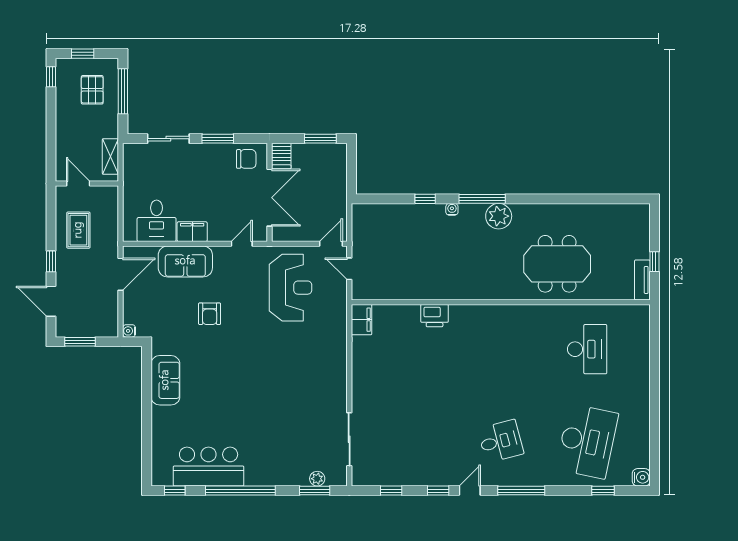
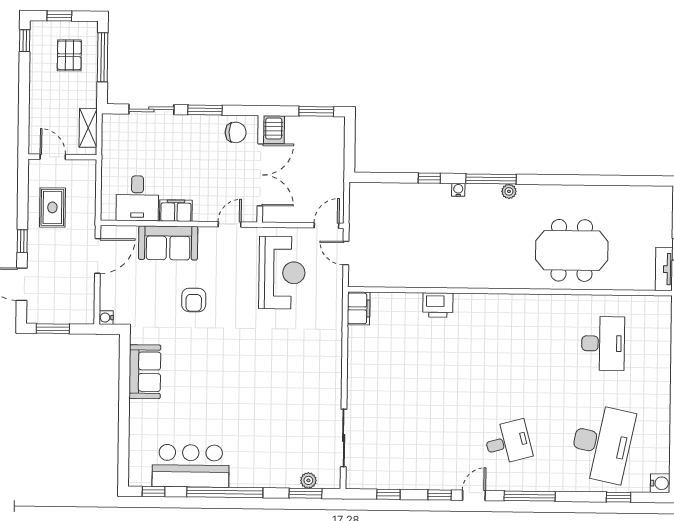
plant: (499, 216) -> (509, 191), width x0.53, depth x0.53

